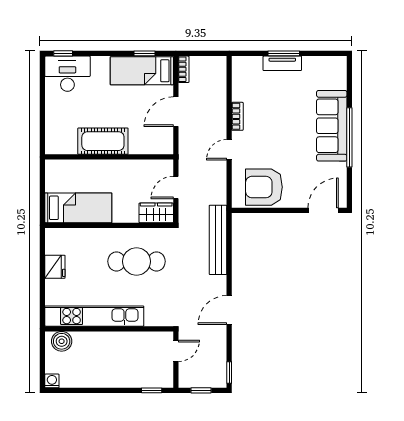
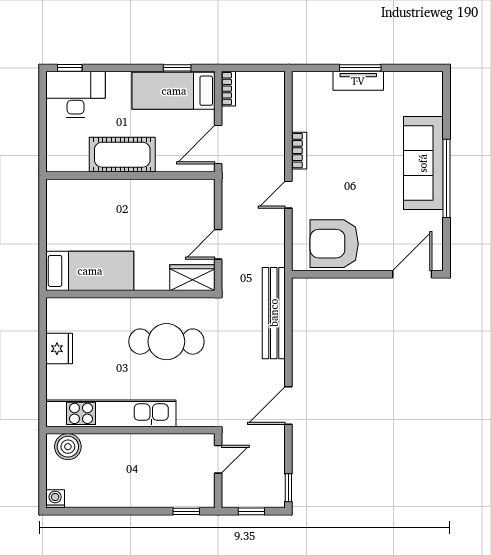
cot: (103, 141) -> (122, 155), moved
wall: (109, 157) -> (130, 175), moved

